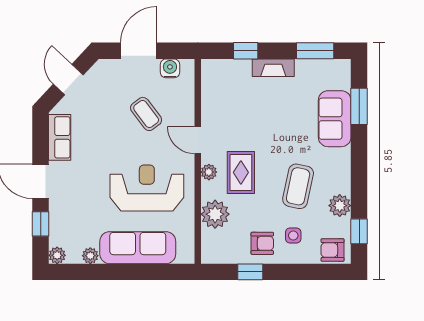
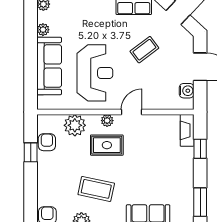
fireplace: (273, 68) -> (187, 130), moved
coffee table: (146, 114) -> (144, 50), moved
side table: (293, 236) -> (58, 185), removed
armchair: (262, 243) -> (47, 142), moved, turned 180

